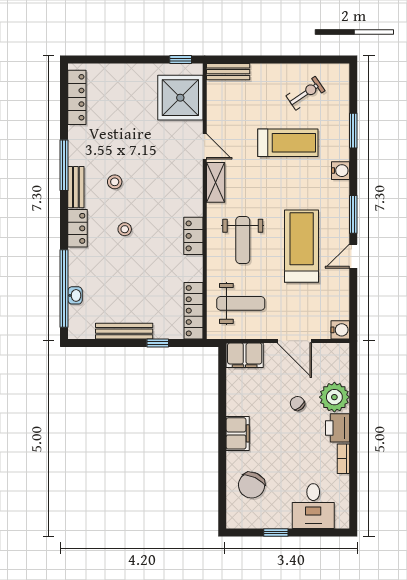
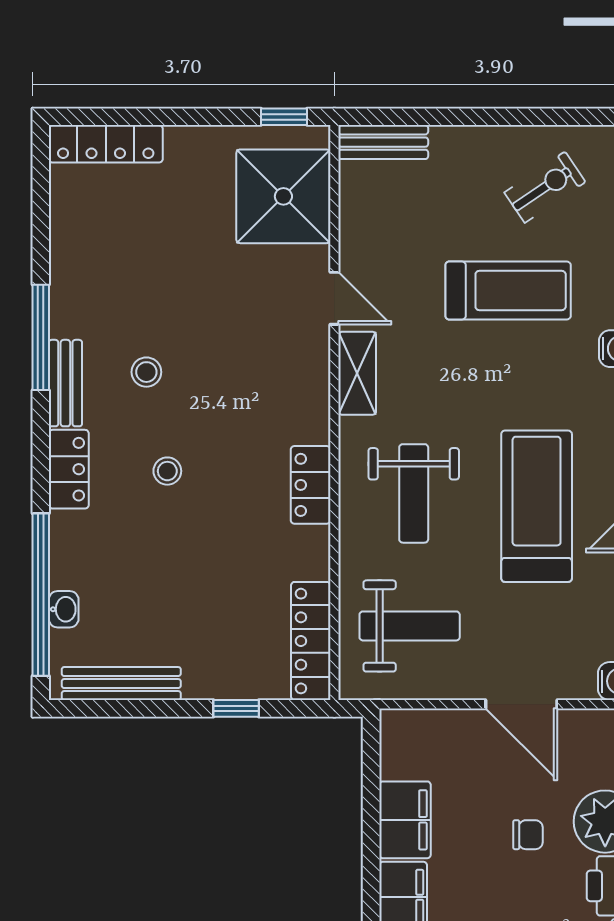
locker: (77, 97) -> (106, 144), moved, turned 90
bench: (124, 331) -> (121, 684), moved
filing cabinet: (245, 355) -> (405, 820), moved, turned -90
chair: (297, 403) -> (528, 835), turned 131

